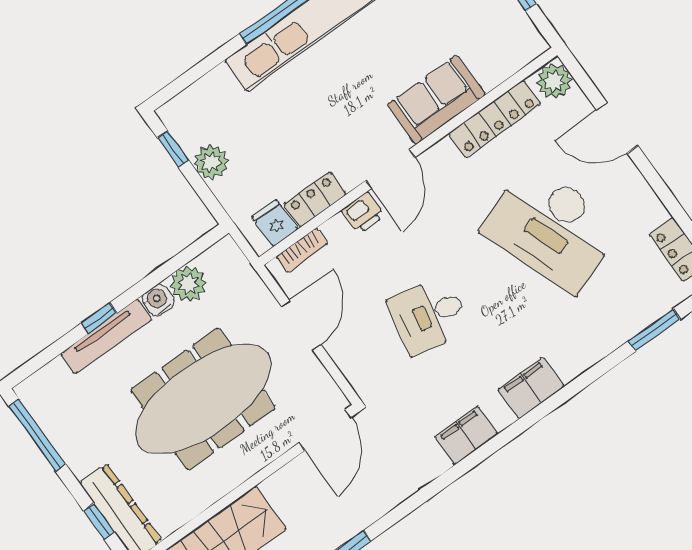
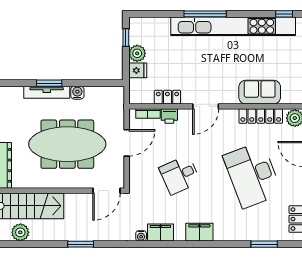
sofa: (436, 100) -> (260, 92), moved
printer: (363, 213) -> (169, 116), moved
fridge: (275, 223) -> (138, 70), moved, turned 90
plant: (188, 284) -> (94, 95), removed
desk: (429, 315) -> (180, 175), turned -36
window: (99, 318) -> (49, 83), width x1.50
water cooler: (437, 464) -> (141, 236), added

